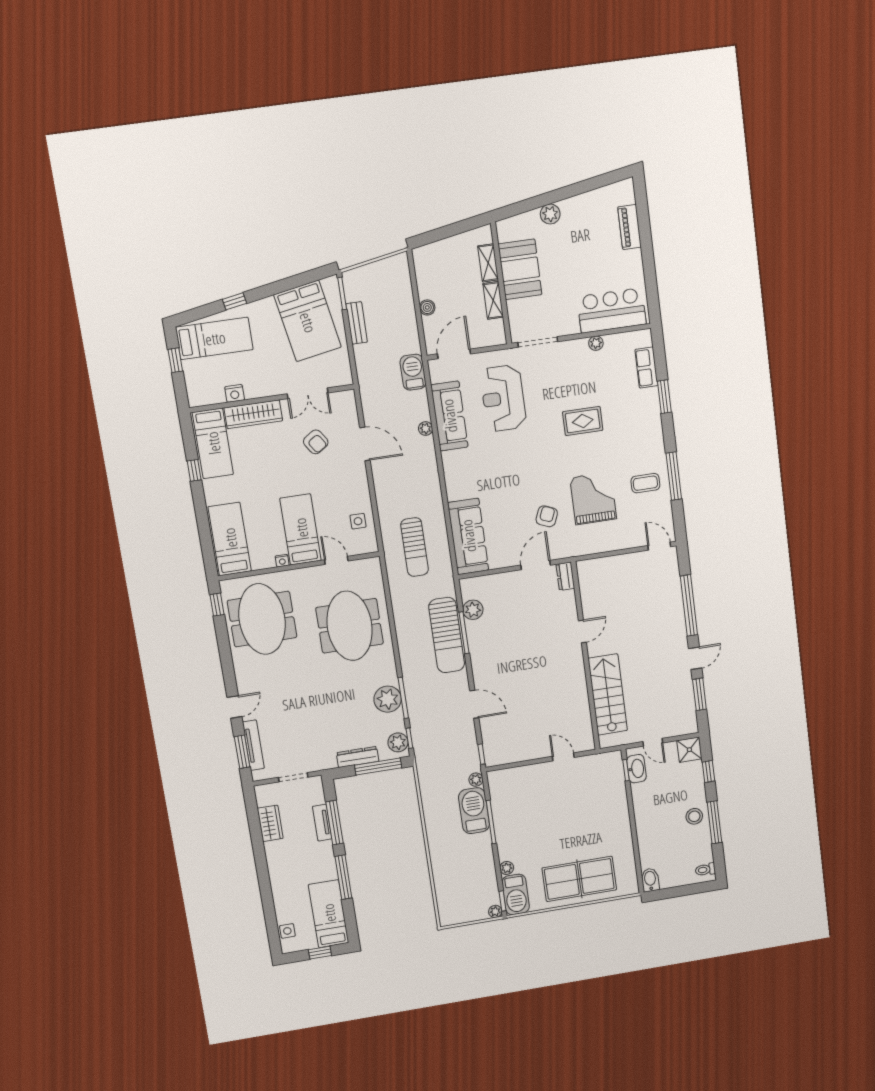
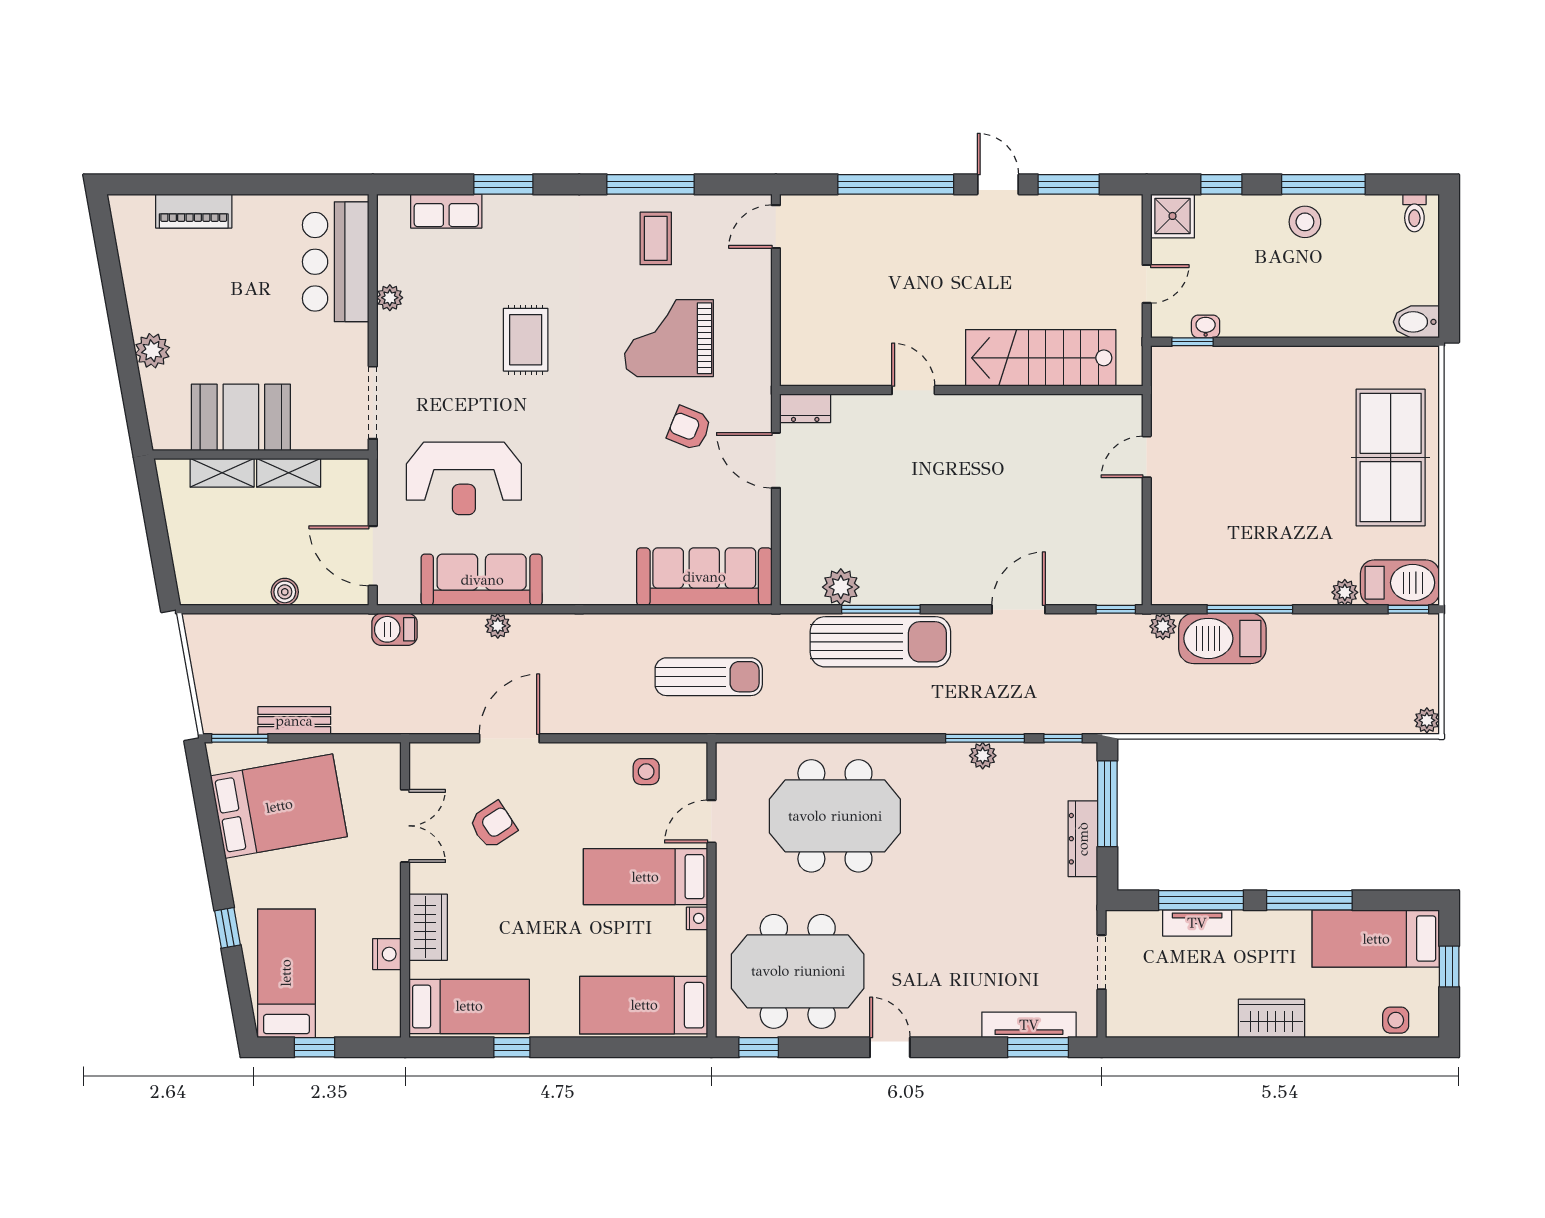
barbecue: (413, 372) -> (395, 629), width x0.73, depth x0.79
wardrobe: (253, 414) -> (428, 927), width x0.67
plant: (388, 699) -> (983, 756), width x0.53, depth x0.53
door: (234, 707) -> (890, 1047), moved
plant: (398, 742) -> (1068, 761), removed
washbasin: (636, 769) -> (1206, 326), width x0.52, depth x0.69
wardrobe: (270, 823) -> (1271, 1018), moved
plant: (495, 911) -> (1427, 720), moved

